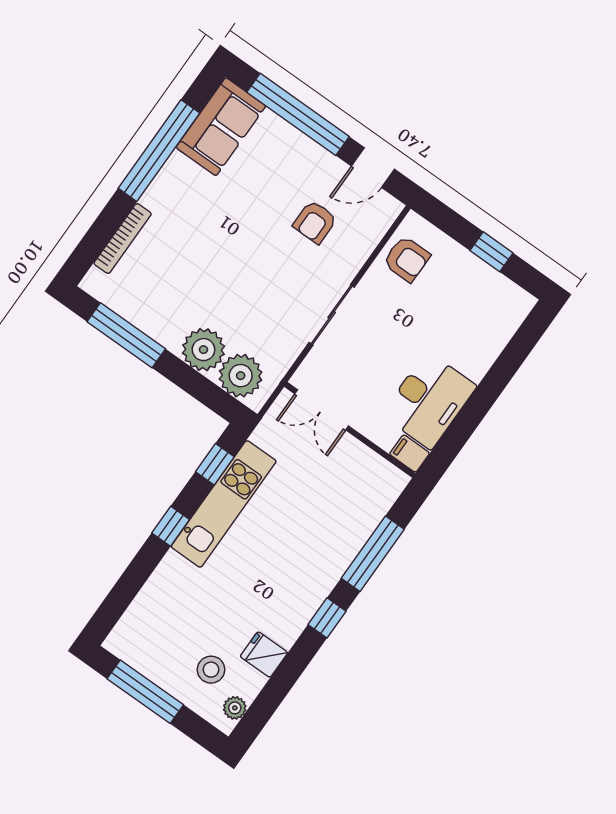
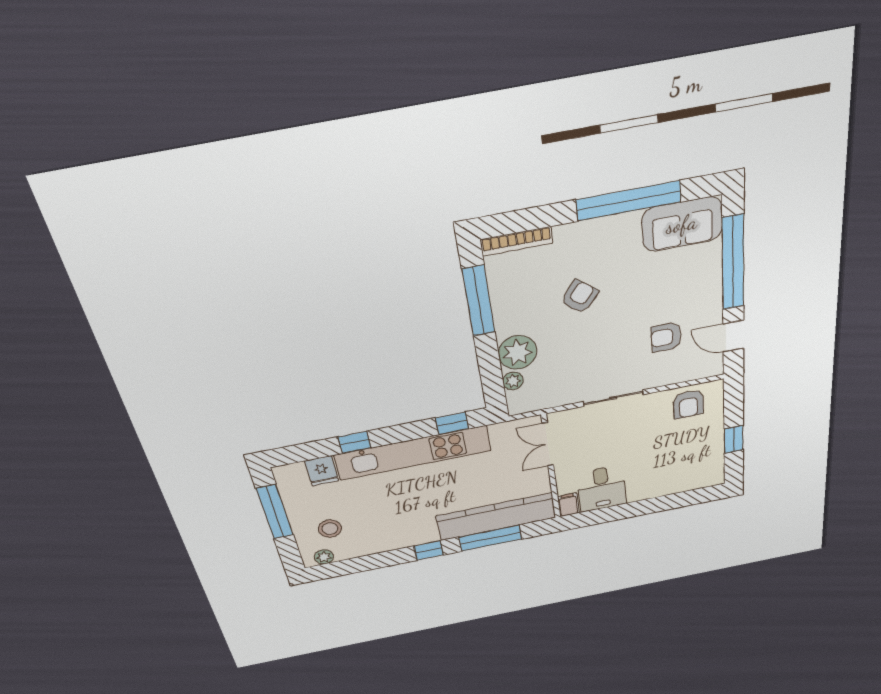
bookcase: (123, 239) -> (517, 241), moved
armchair: (203, 257) -> (580, 297), added
plant: (241, 376) -> (513, 381), width x0.53, depth x0.53
desk: (429, 400) -> (602, 488), width x0.73
kitchen unit: (224, 504) -> (413, 453), width x1.36
kitchen counter: (354, 525) -> (496, 517), added
window: (171, 526) -> (355, 442), moved
fridge: (264, 655) -> (322, 471), moved, turned 180

